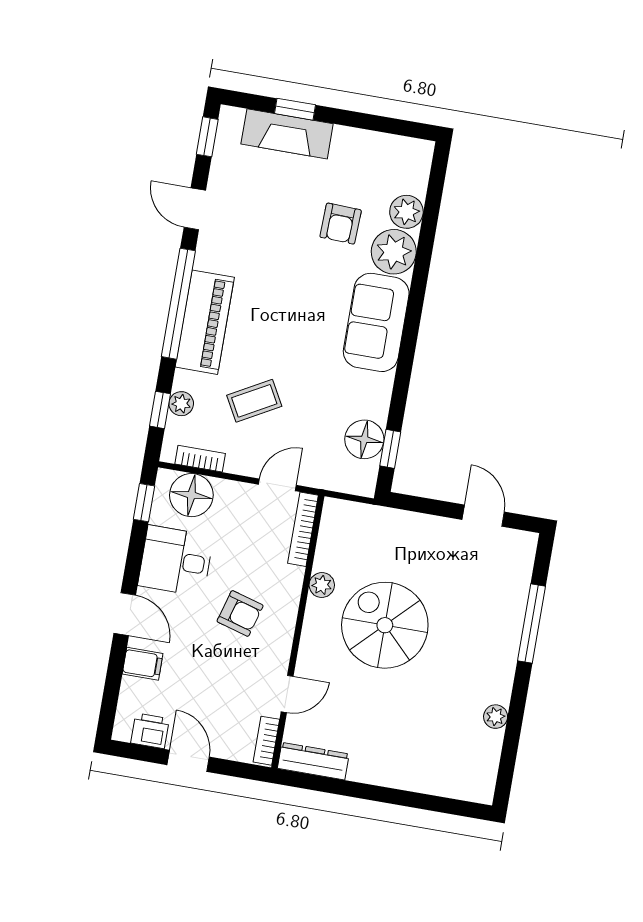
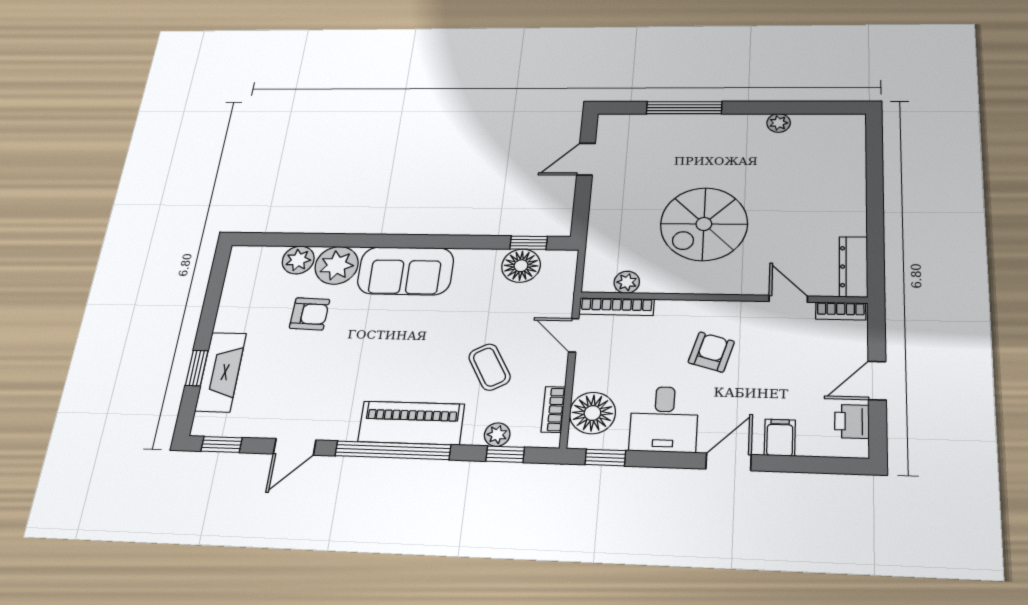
plant: (322, 585) -> (627, 282), moved

